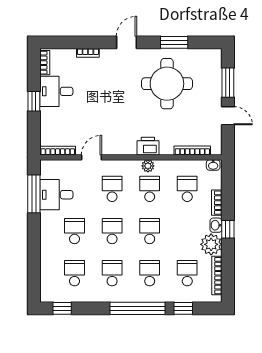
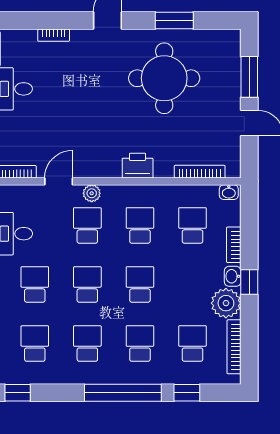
plant: (148, 166) -> (92, 193), moved

